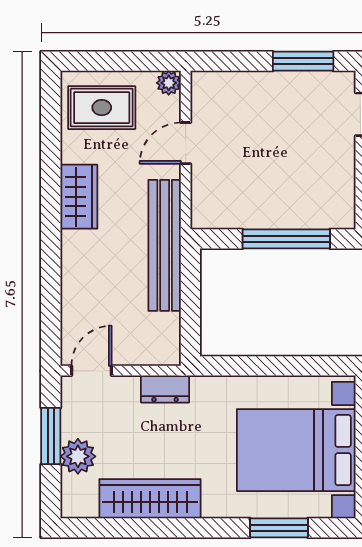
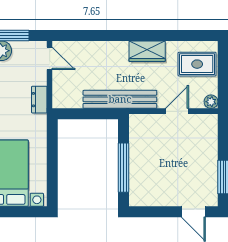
rug: (102, 108) -> (197, 64), turned 90
door: (186, 143) -> (177, 111), hinge flipped

